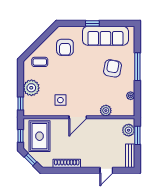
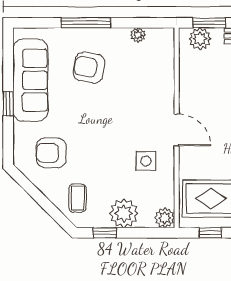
armchair: (65, 47) -> (51, 153), turned 180
window: (20, 104) -> (105, 233), moved
plant: (106, 111) -> (165, 218), moved

